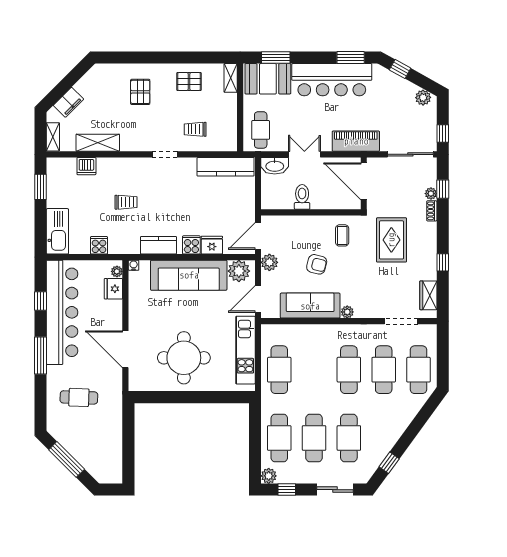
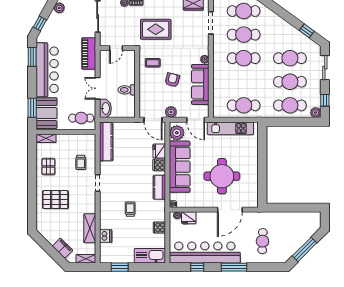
pallet: (140, 92) -> (55, 200), width x1.50, depth x1.42
door: (364, 181) -> (116, 48), width x0.53
round table: (184, 358) -> (222, 176), moved

